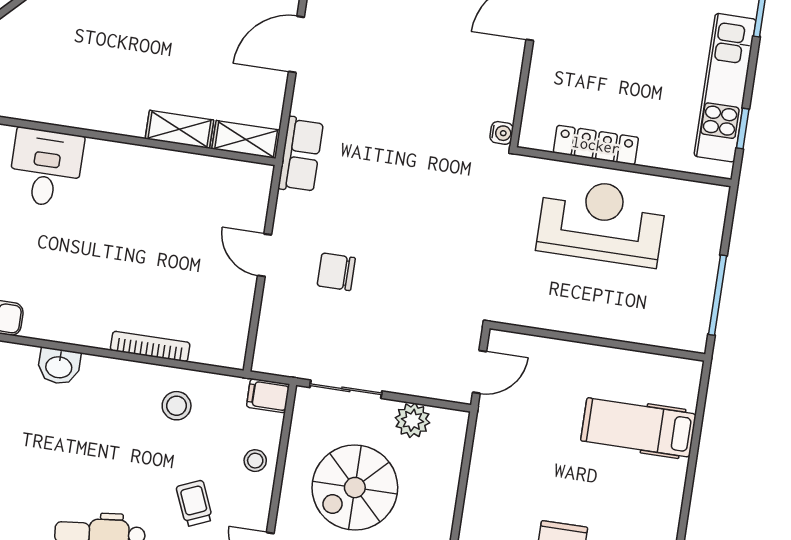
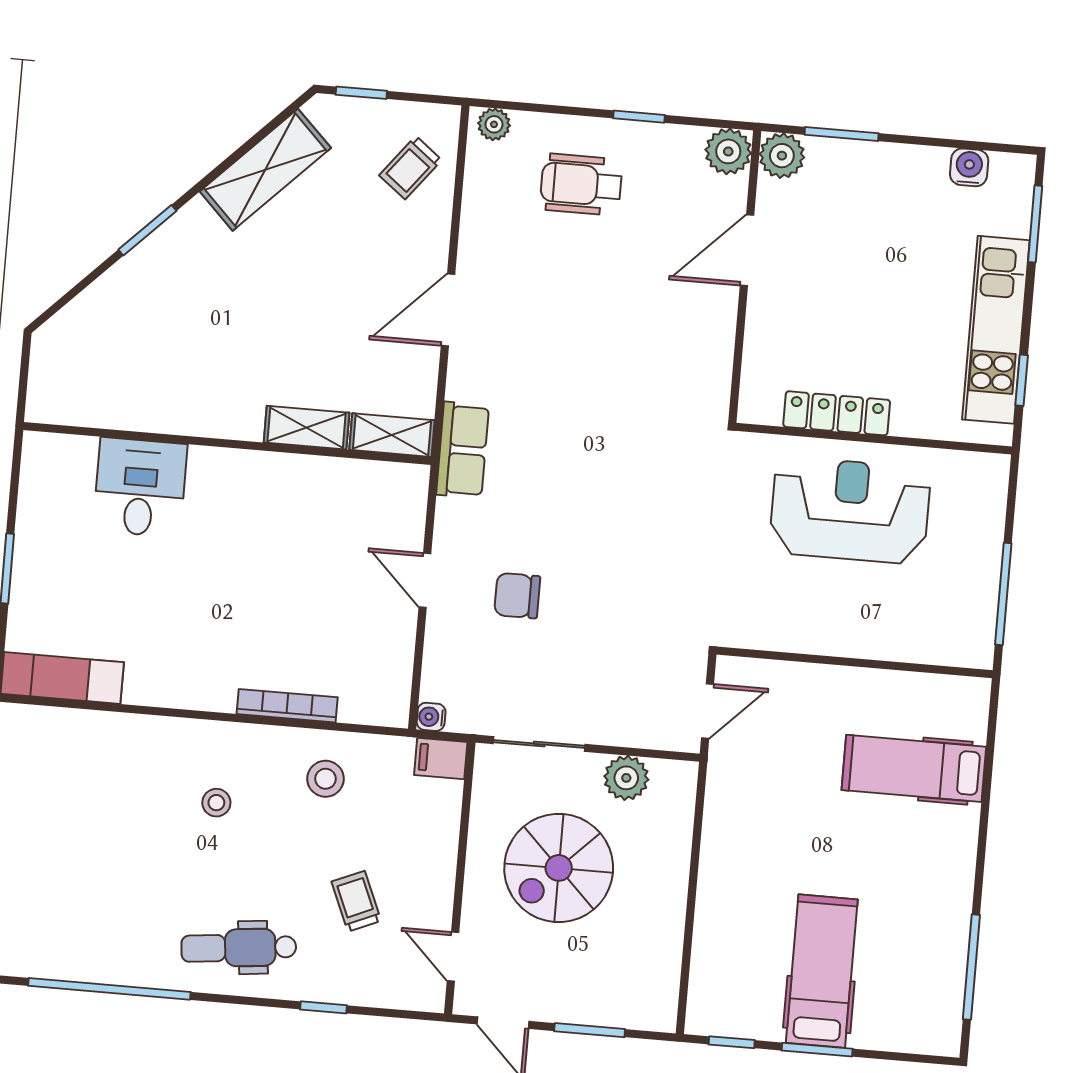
water cooler: (502, 133) -> (431, 717), moved, turned 180
washbasin: (59, 366) -> (173, 738), removed
stool: (255, 461) -> (216, 803), moved

